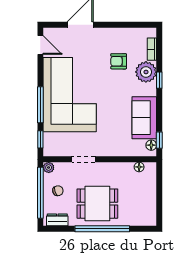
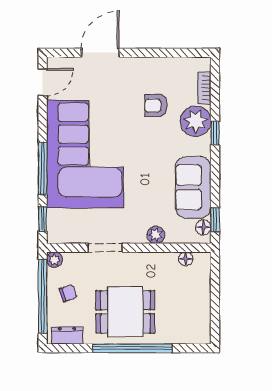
door: (40, 45) -> (43, 82), hinge flipped
plant: (118, 150) -> (156, 235), added

